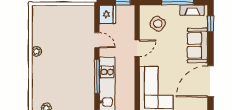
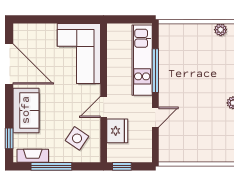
fridge: (107, 14) -> (117, 131), moved, turned 180
door: (97, 40) -> (155, 117), swing flipped
door: (211, 81) -> (9, 64), hinge flipped

